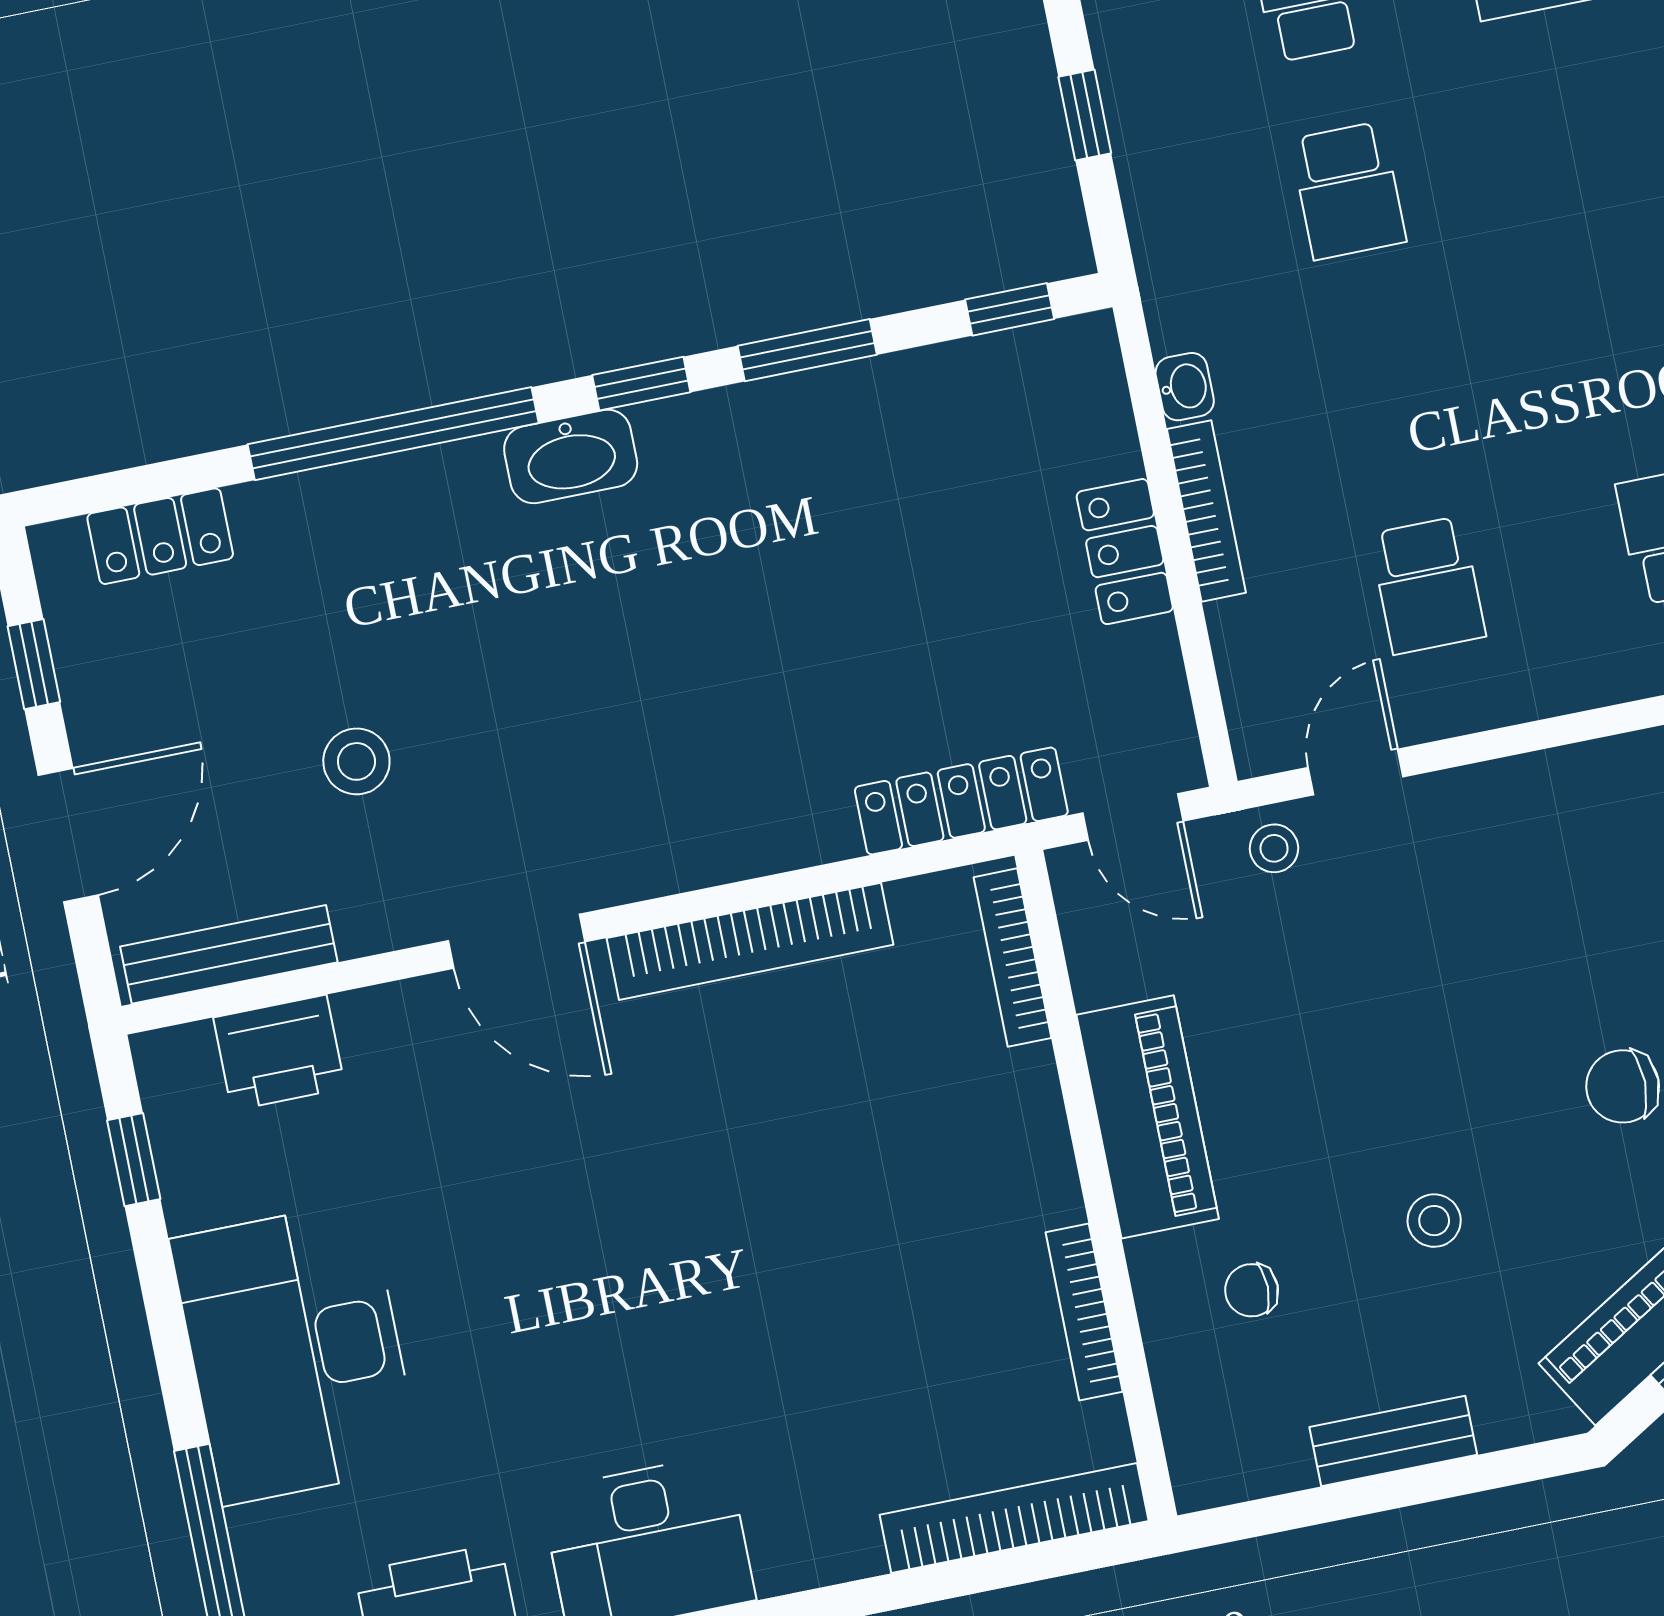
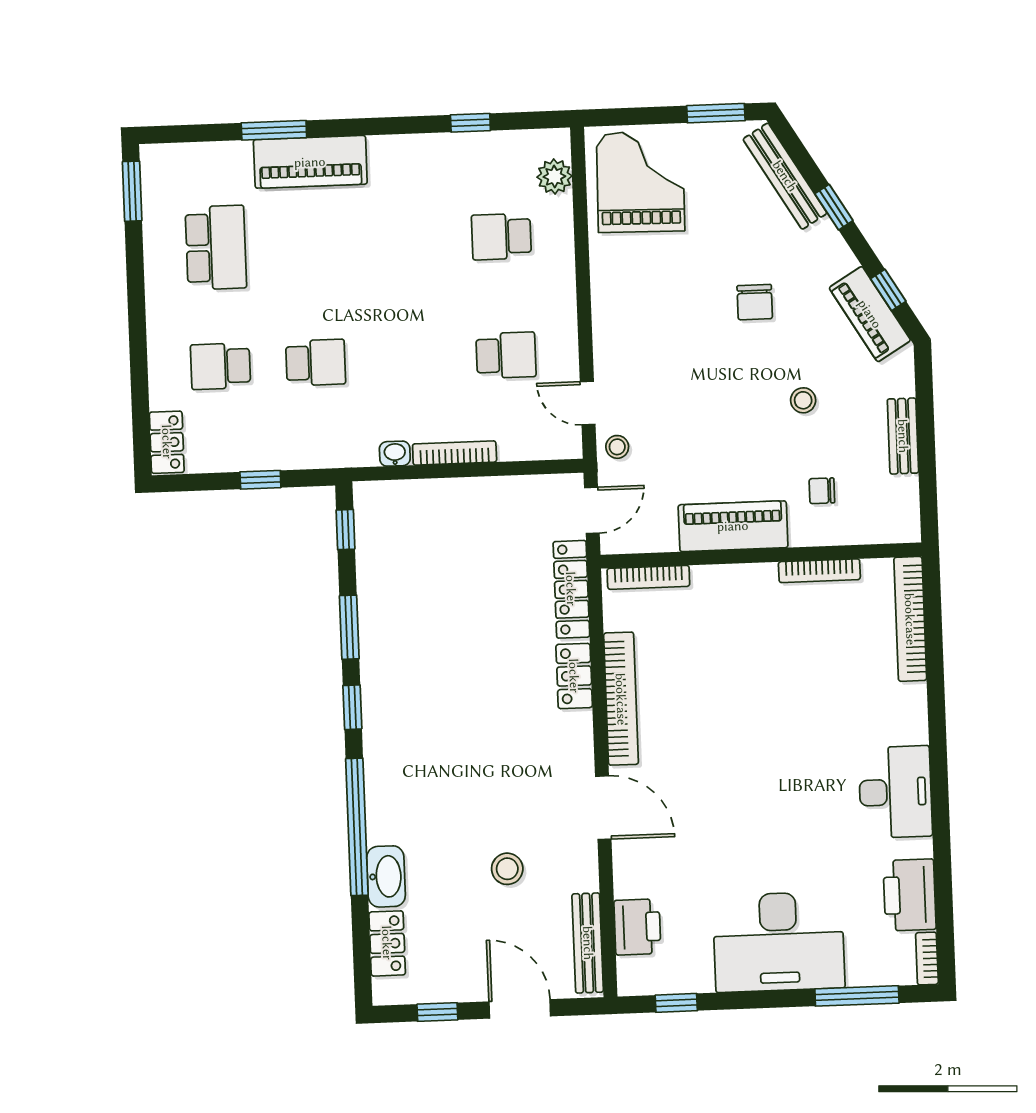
washbasin: (571, 456) -> (386, 876), moved
locker: (1125, 552) -> (574, 676), moved, turned 90
door: (517, 941) -> (603, 808), hinge flipped
chair: (1252, 1290) -> (822, 491), turned 90

